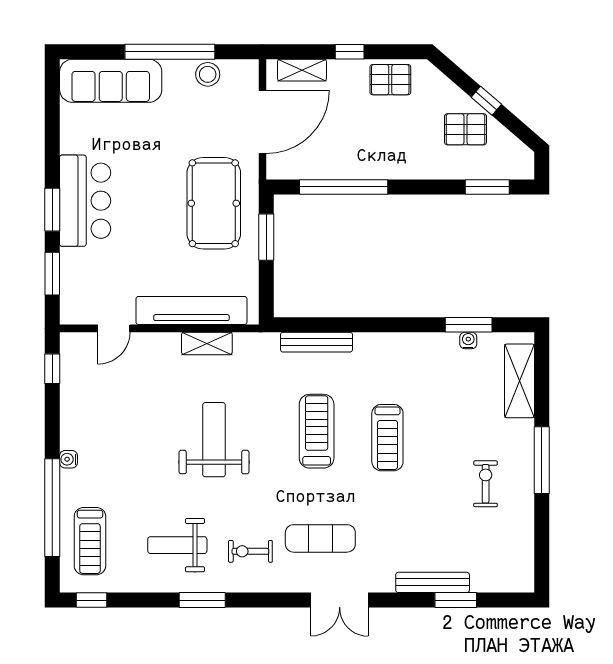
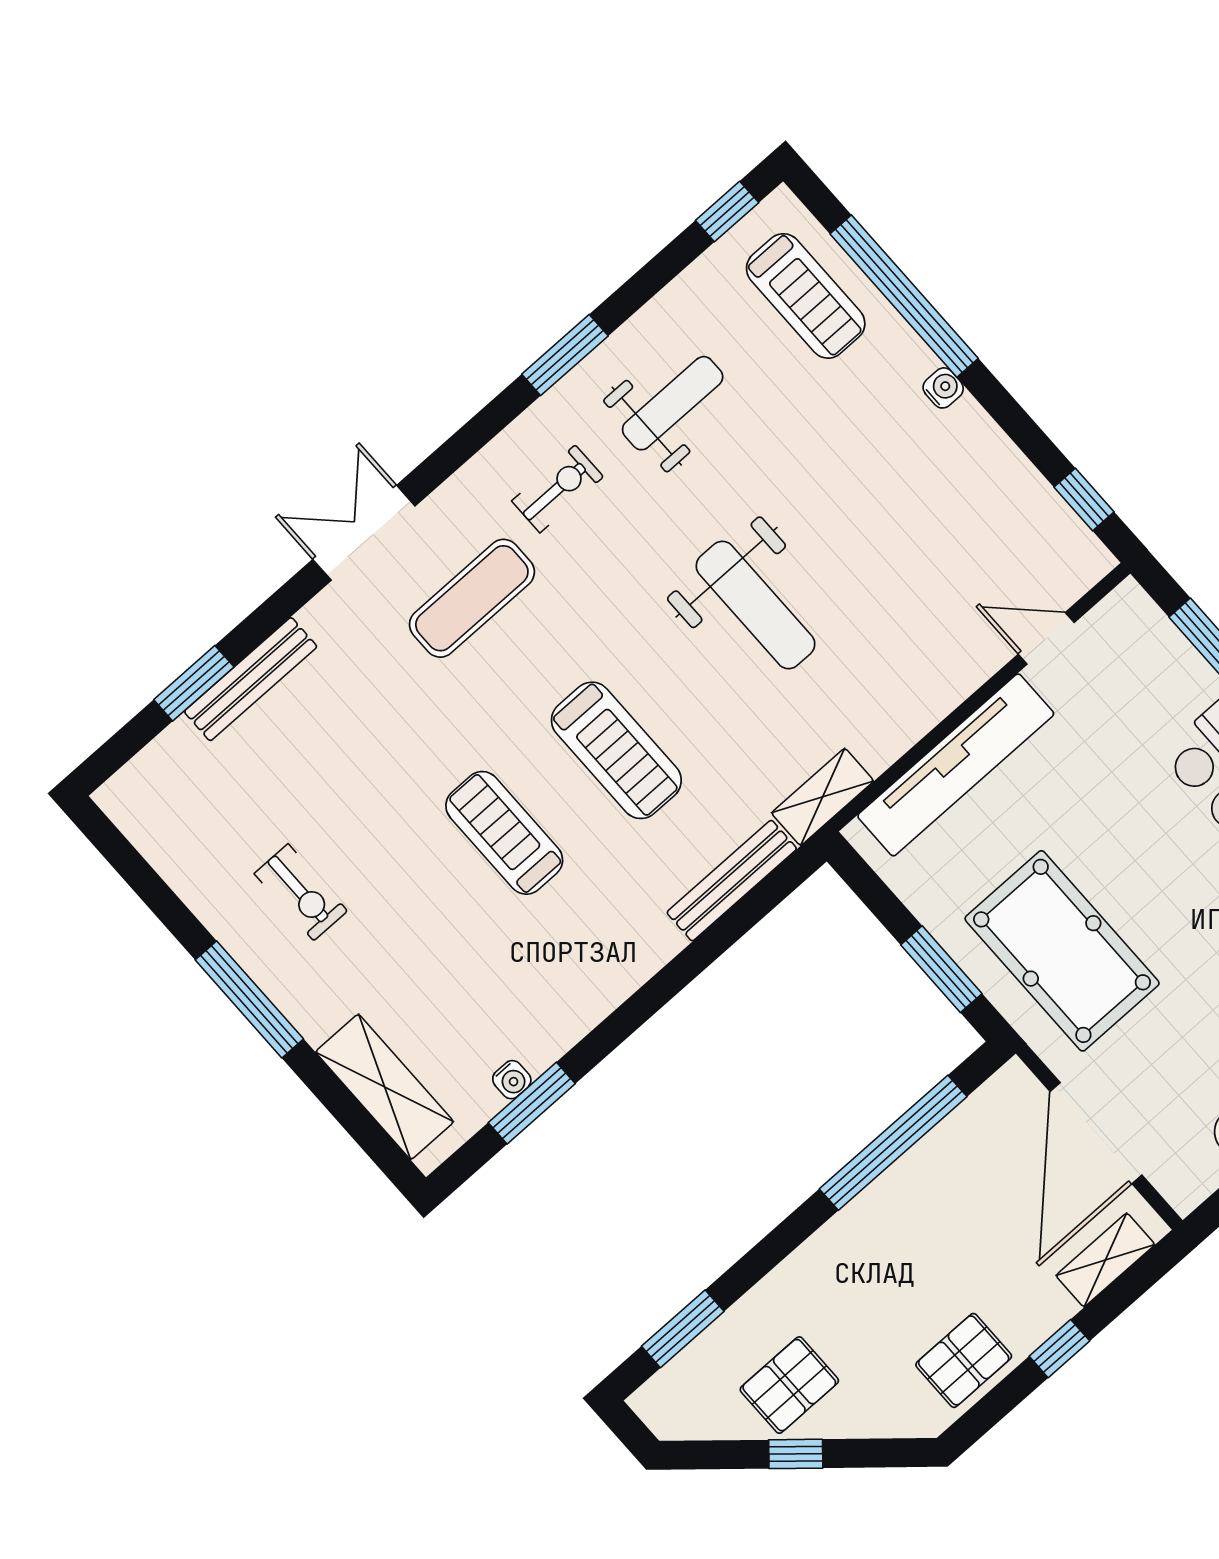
door: (114, 328) -> (1046, 638), hinge flipped
shelving: (207, 343) -> (823, 797), moved
treadmill: (90, 541) -> (806, 296), turned 180

